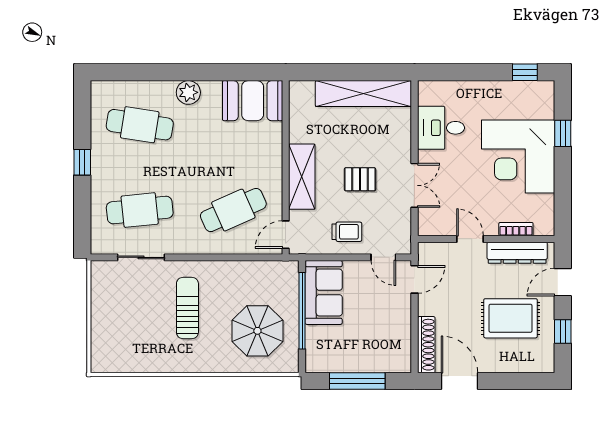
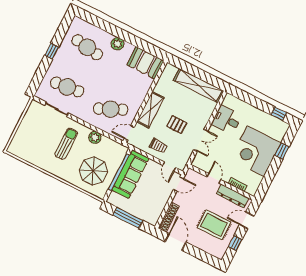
plant: (231, 272) -> (95, 137), added
sofa: (324, 292) -> (130, 174), width x1.36

